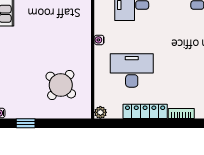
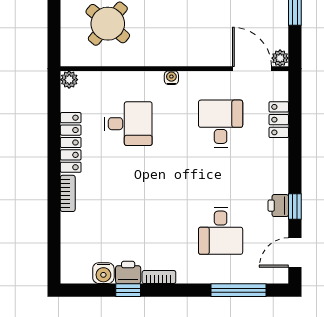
desk: (132, 70) -> (128, 124), width x0.73

